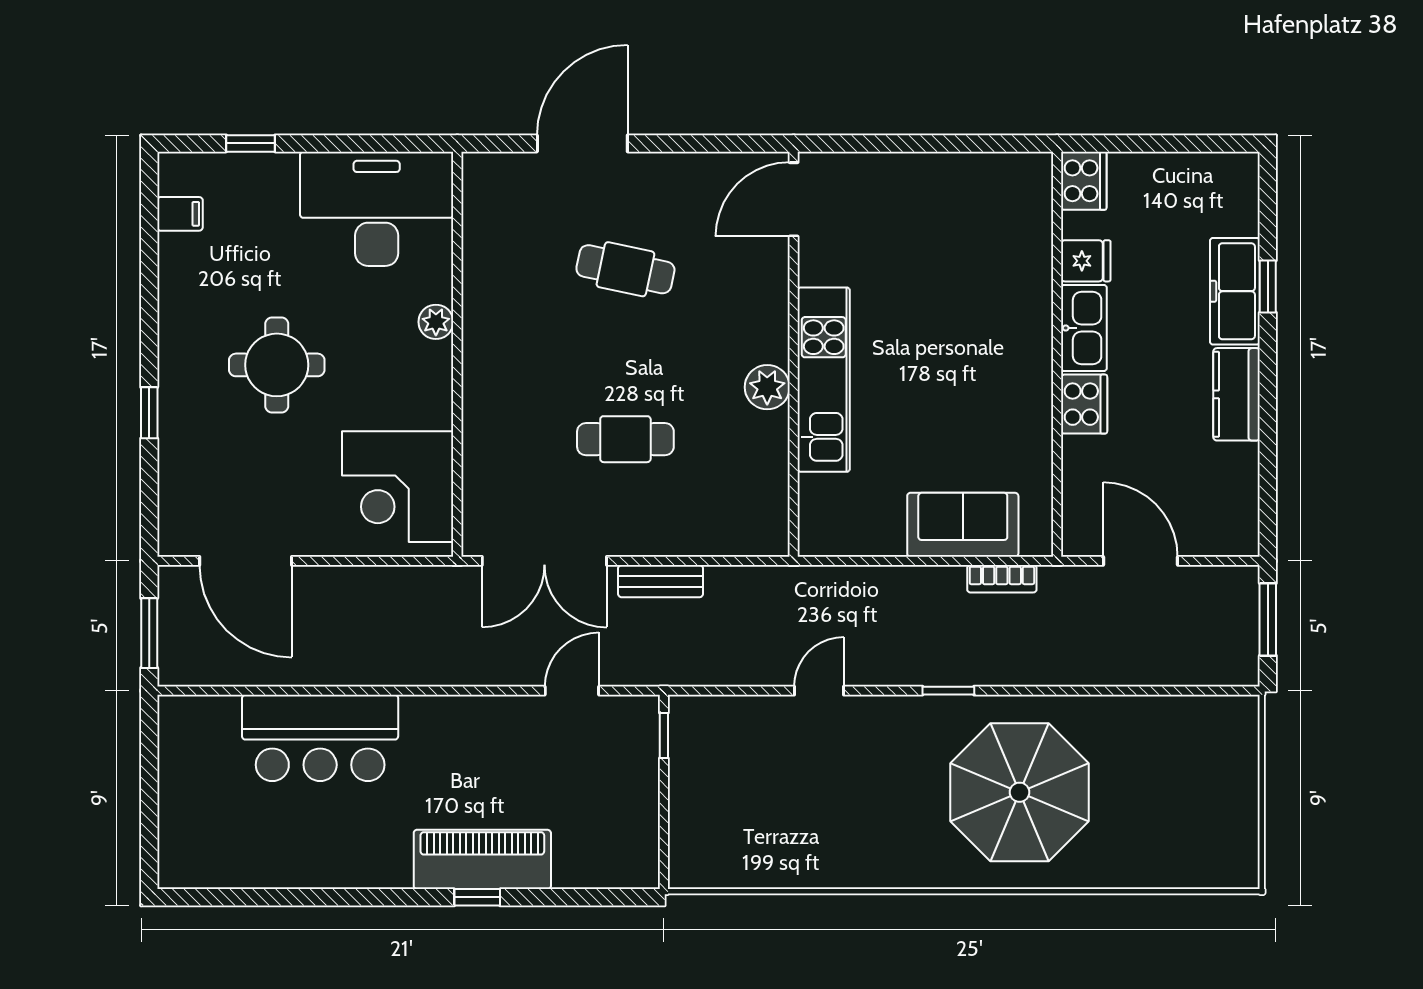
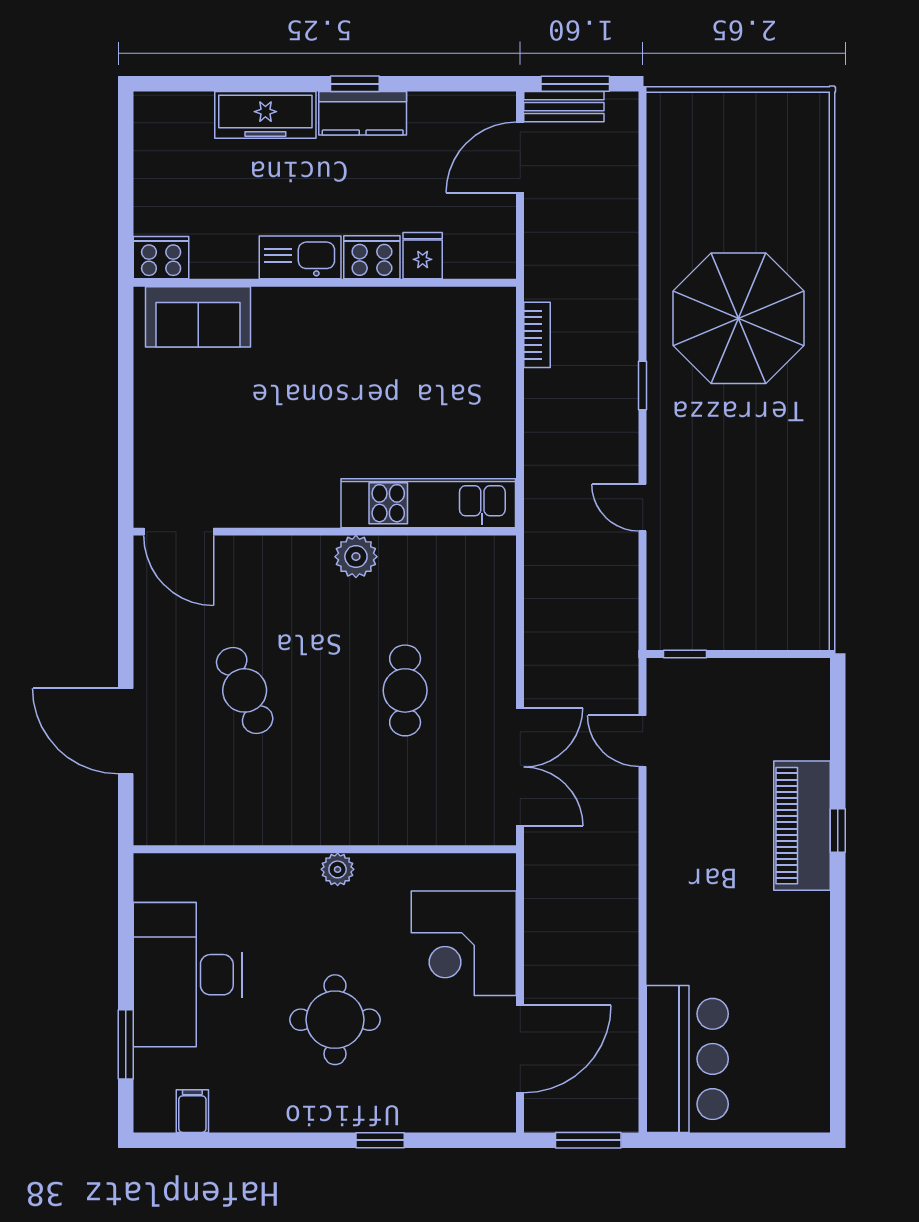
window: (251, 143) -> (126, 1044), width x1.50
desk: (377, 209) -> (188, 975), moved
fridge: (1086, 261) -> (423, 256), moved
cafe table: (625, 269) -> (245, 690), turned -36
window: (1268, 286) -> (355, 84), moved
plant: (436, 322) -> (338, 869), moved
kitchen unit: (824, 380) -> (428, 503), moved
corner desk: (398, 487) -> (464, 943), moved, turned 90
sofa: (963, 525) -> (198, 317), moved, turned -90
door: (1140, 561) -> (520, 157), moved
bench: (661, 581) -> (564, 107), moved, turned 90
bar counter: (320, 738) -> (687, 1059), moved

